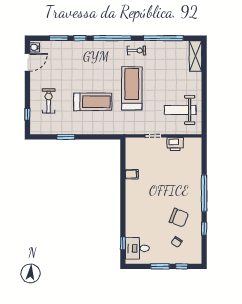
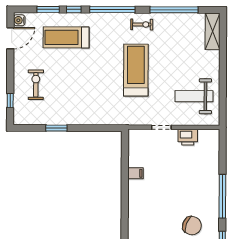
treadmill: (93, 102) -> (66, 37), moved, turned 180

